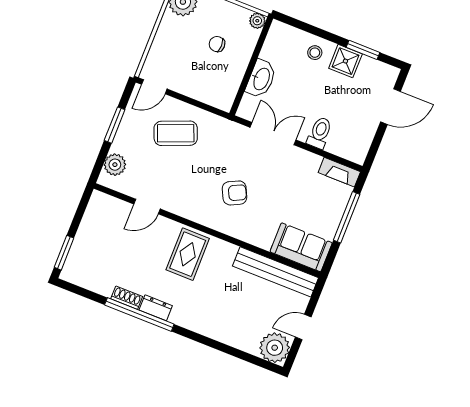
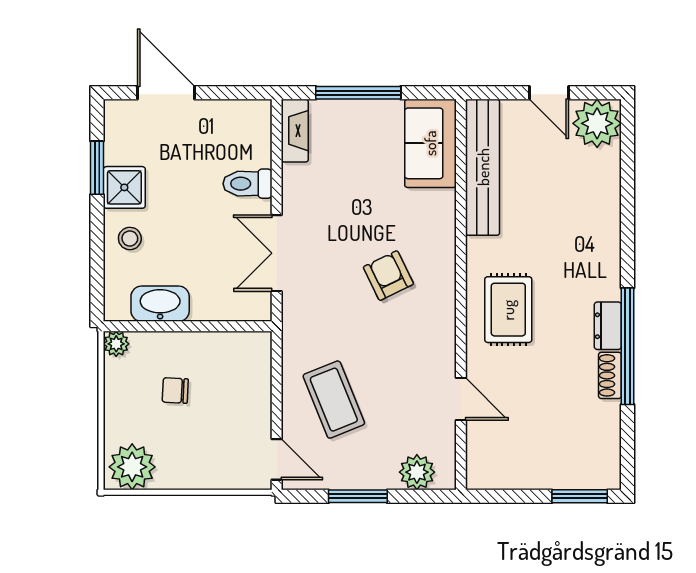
chair: (217, 44) -> (175, 390), turned 93
washbasin: (261, 79) -> (160, 304), moved
rug: (188, 254) -> (508, 310), turned 90

